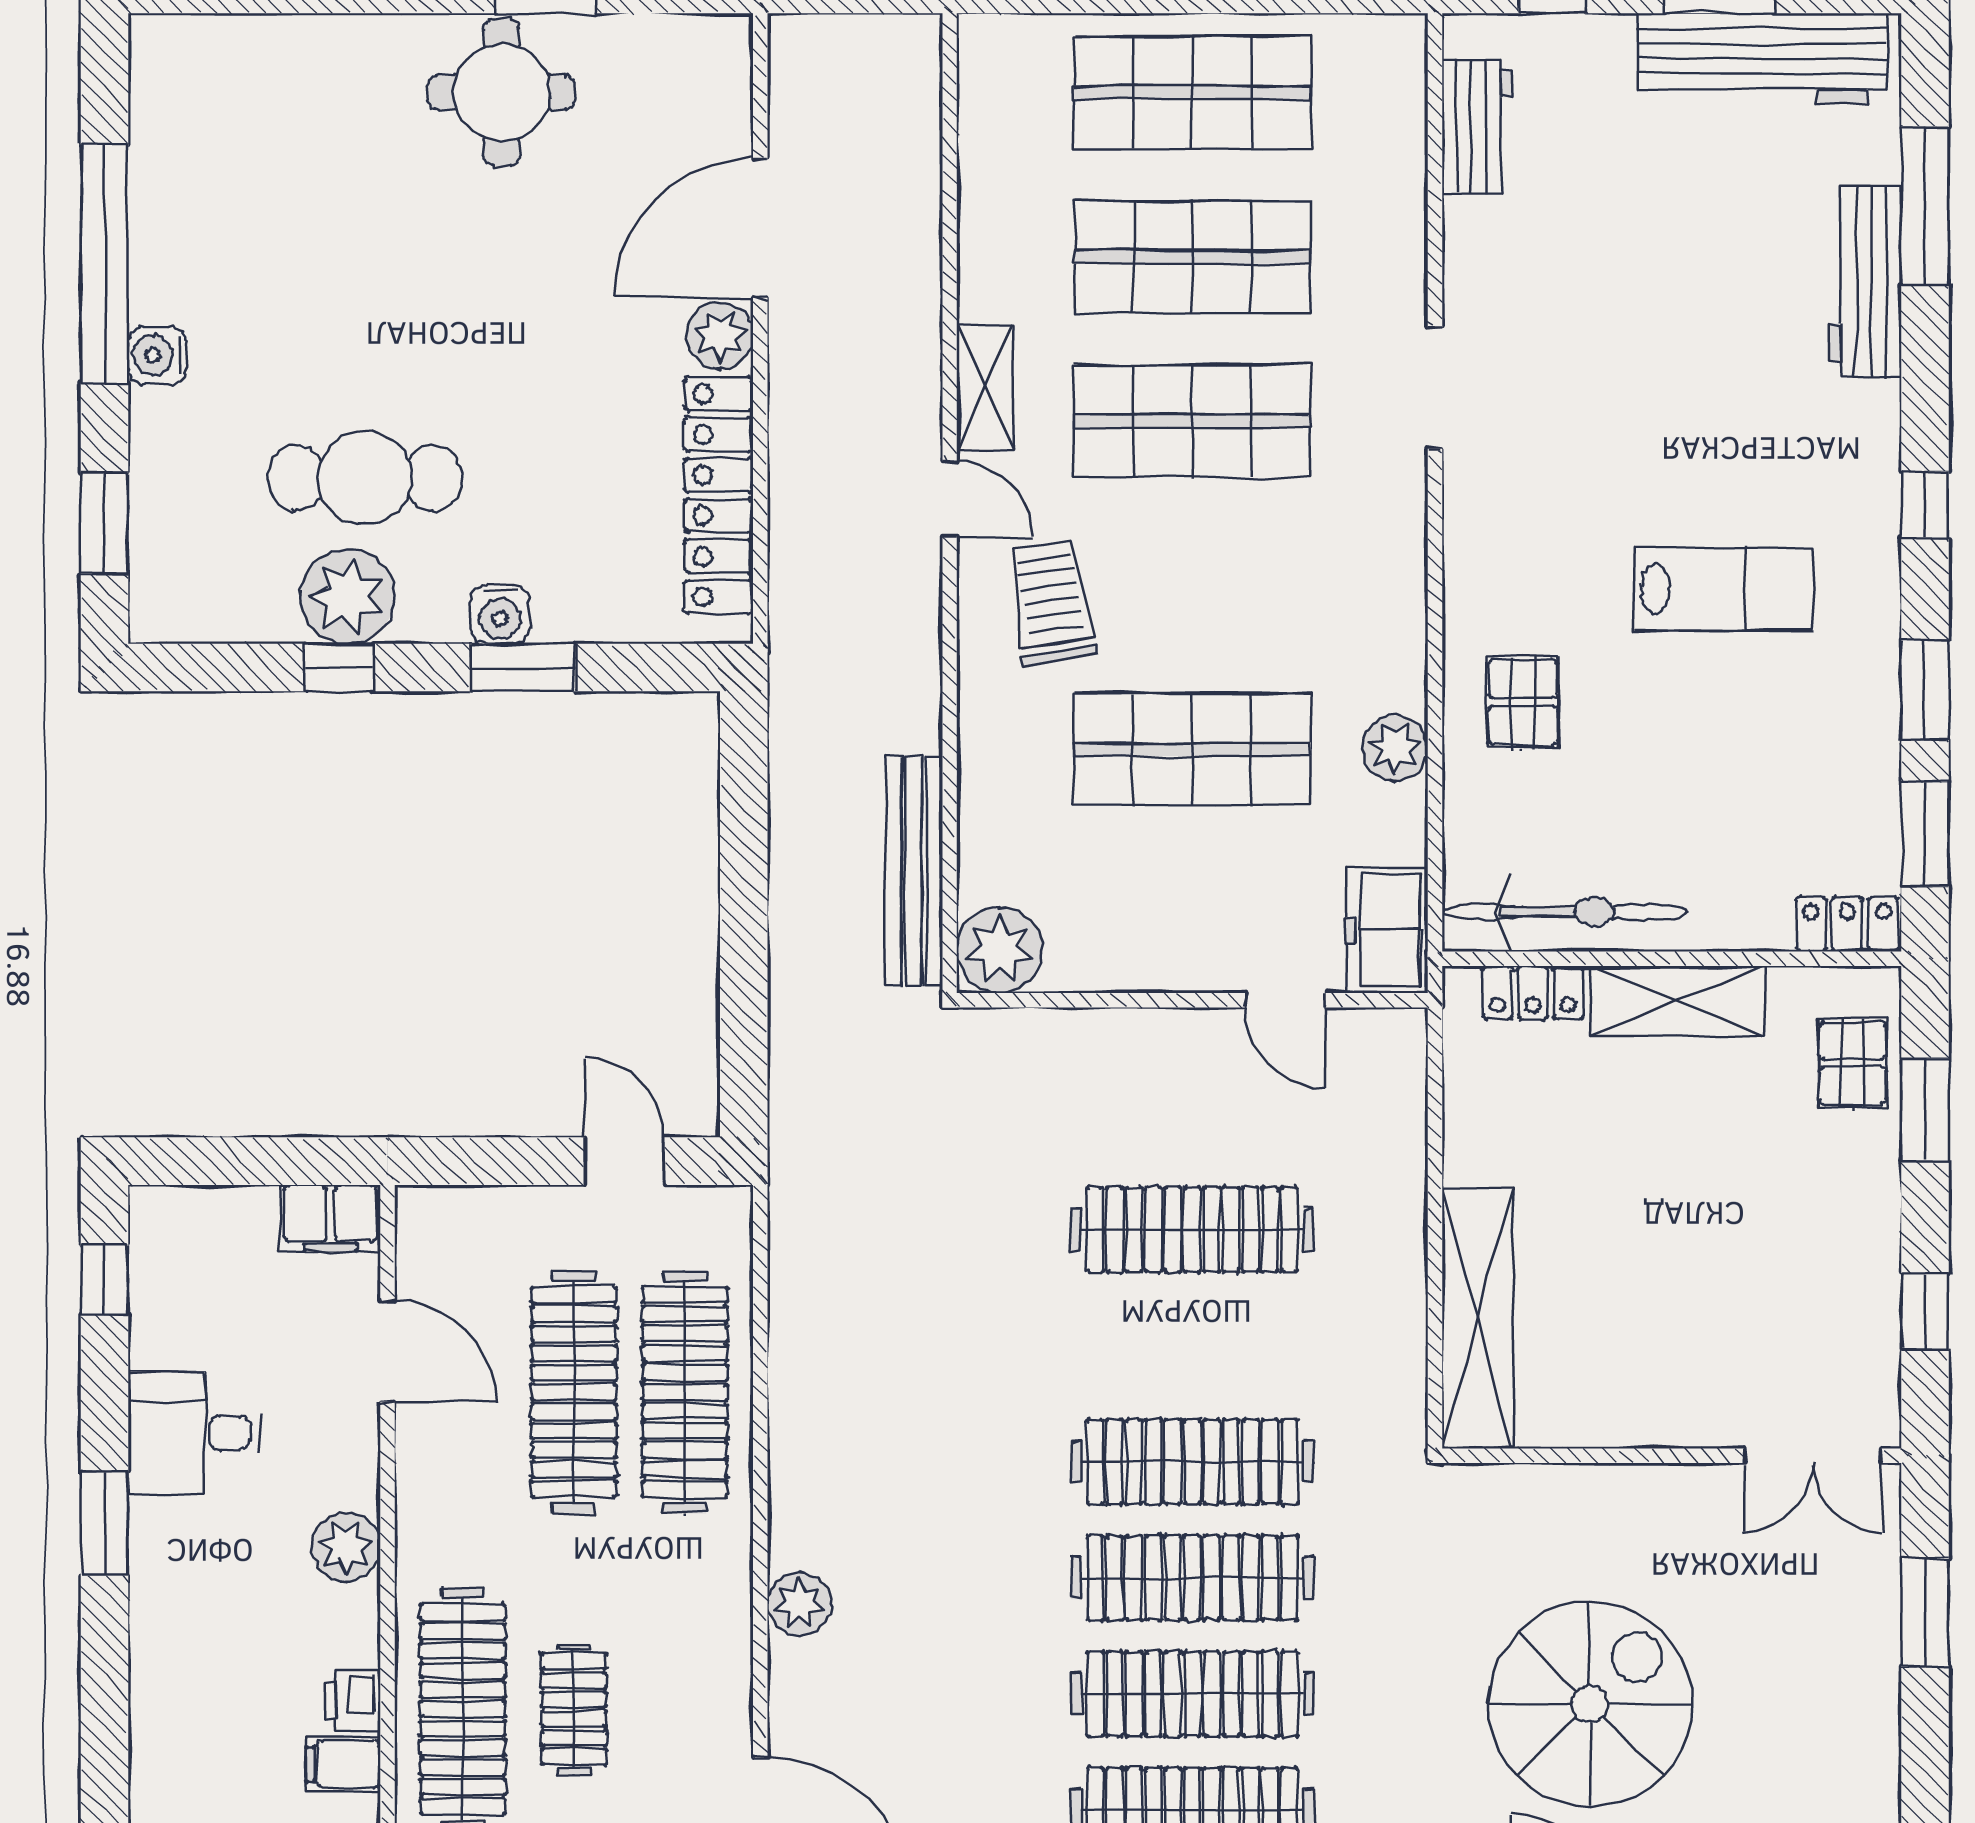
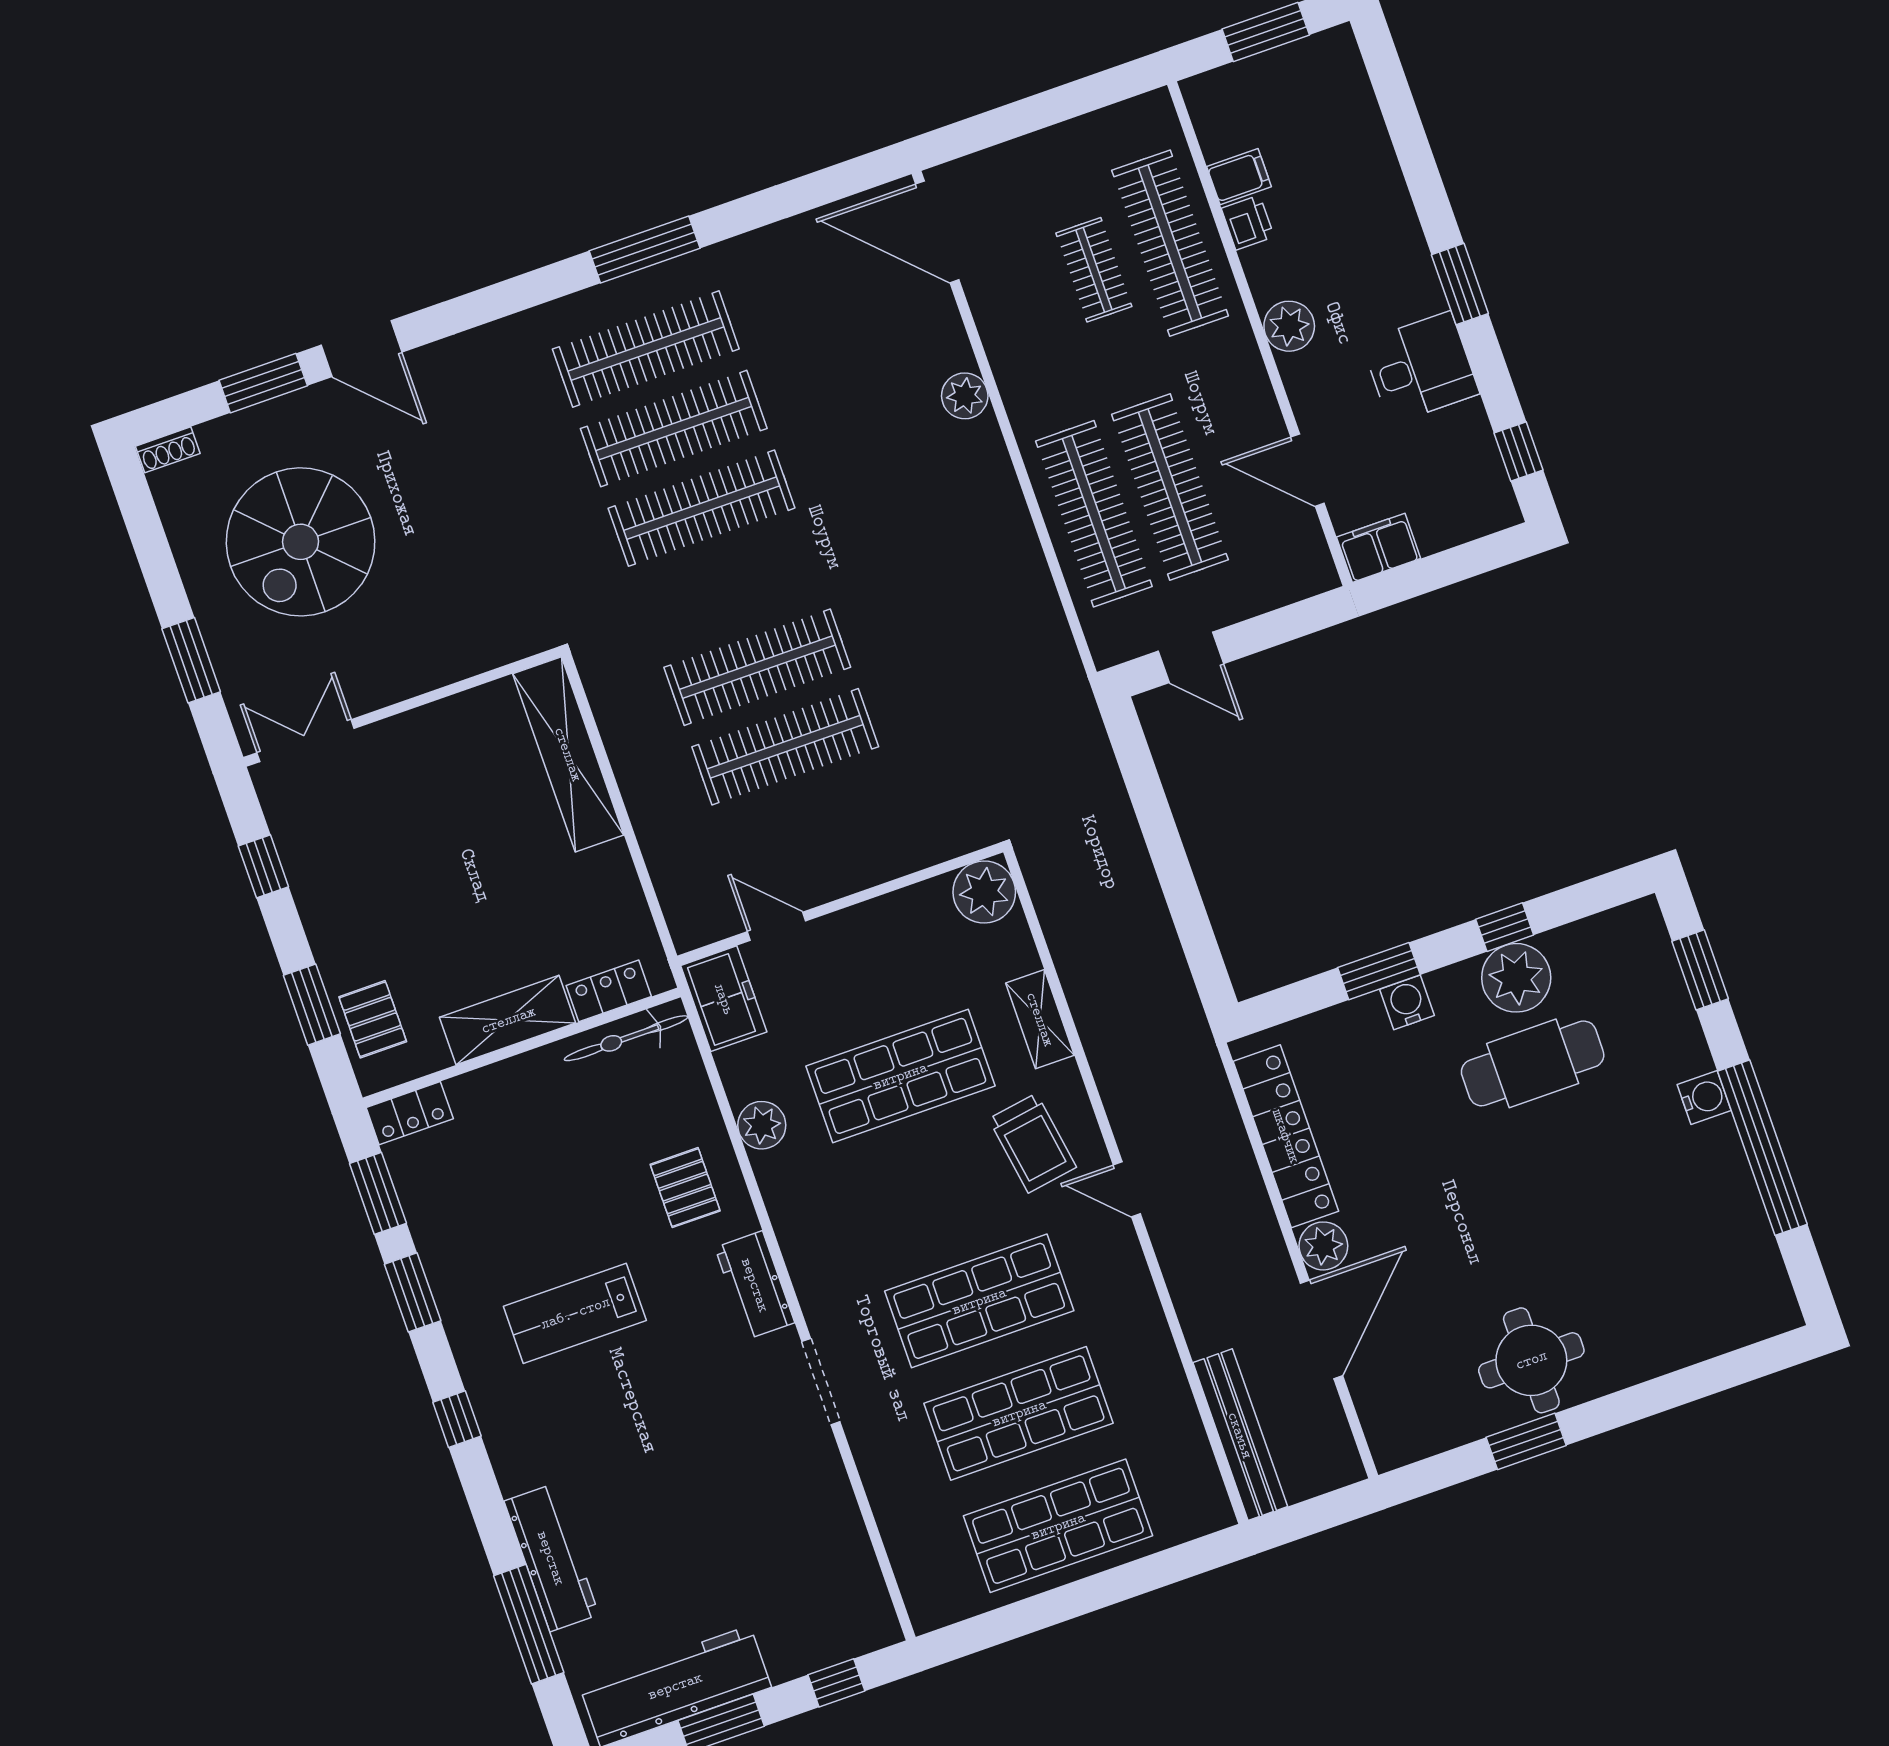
workbench: (1477, 127) -> (755, 1285), moved
shelving: (985, 387) -> (1040, 1019), moved
bench: (914, 871) -> (1240, 1435), moved
bicycle: (1565, 912) -> (626, 1038), width x0.73, depth x0.71
clothes rail: (1192, 1462) -> (757, 667), moved
spiral stairs: (1590, 1704) -> (301, 542), moved

